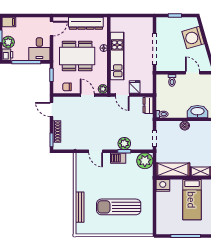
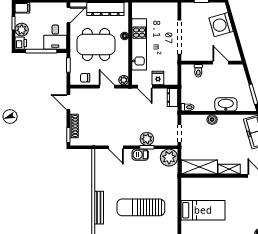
nightstand: (163, 185) -> (188, 184), removed
bed: (192, 200) -> (203, 210), moved, turned -90

